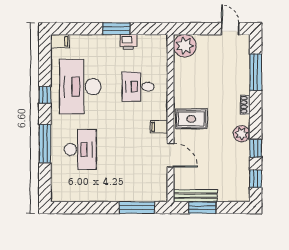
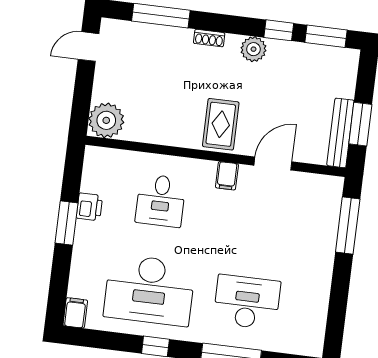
window: (256, 179) -> (326, 36), width x1.50

